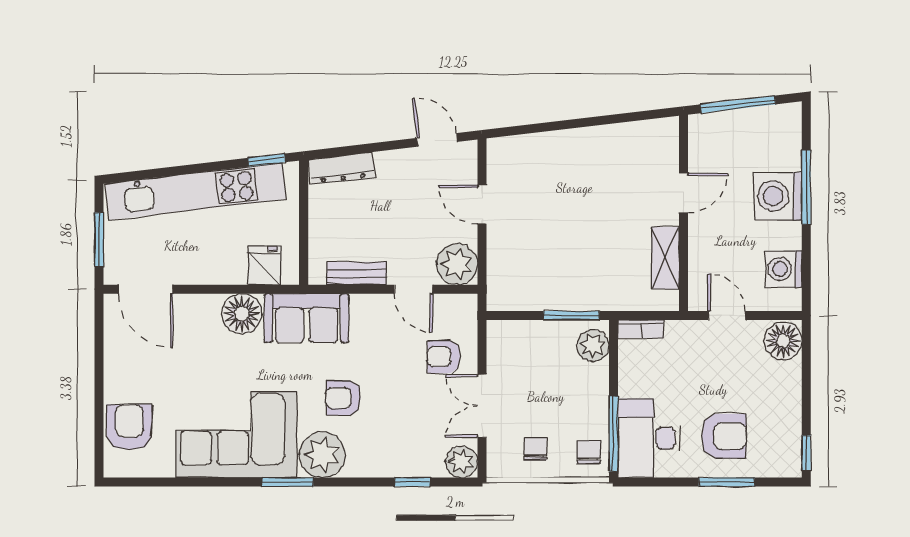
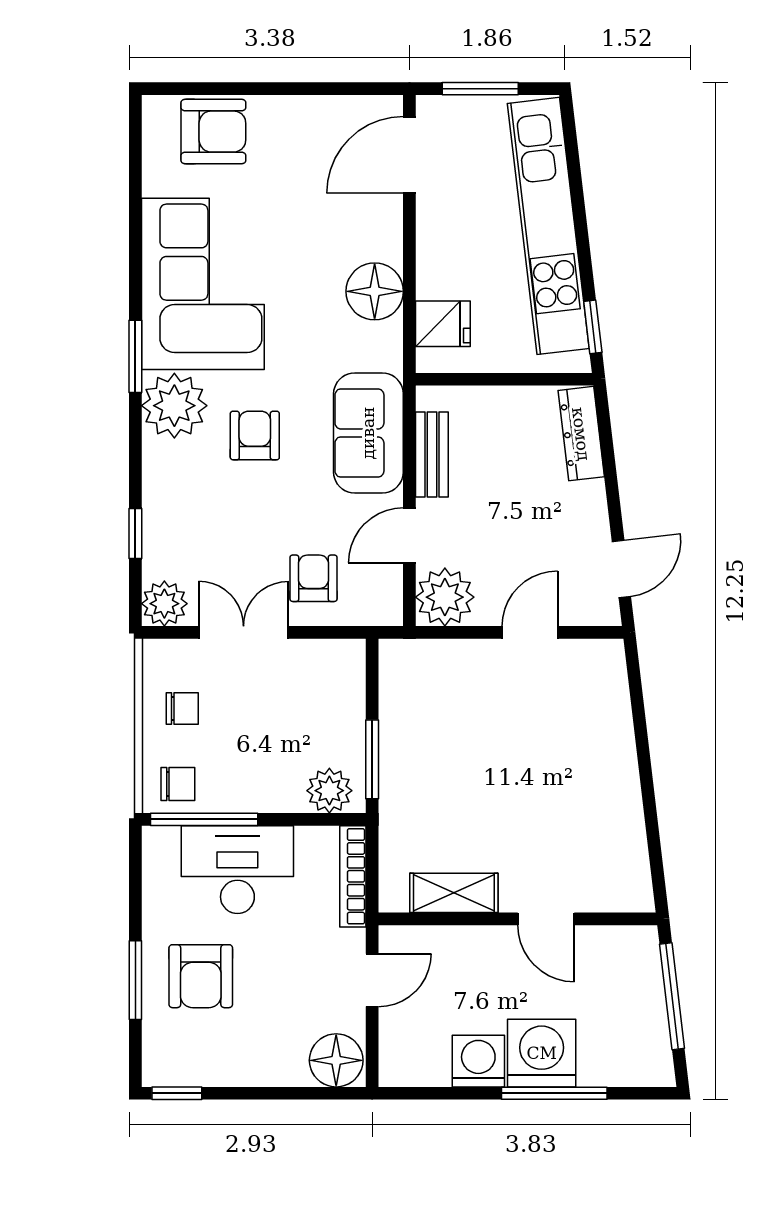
washing machine: (784, 269) -> (478, 1061), moved
sofa: (307, 318) -> (368, 433), moved
bookcase: (641, 329) -> (353, 876), width x1.56
desk: (649, 438) -> (237, 870), moved

